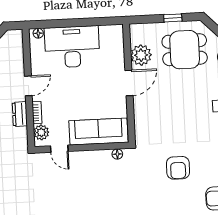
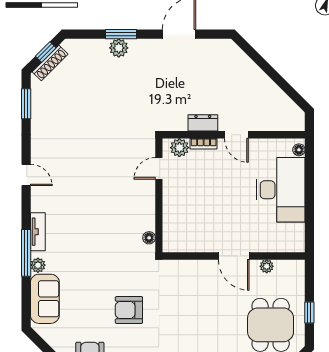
plant: (141, 55) -> (267, 266), width x0.53, depth x0.53
sofa: (98, 131) -> (177, 217), removed

